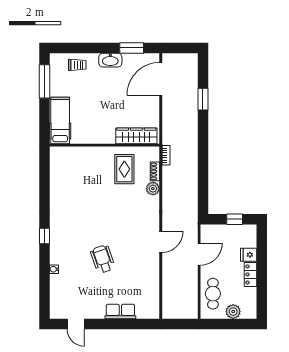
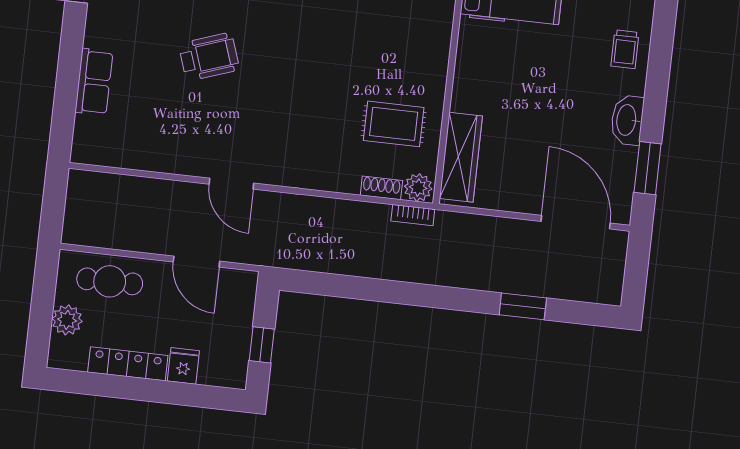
plant: (153, 189) -> (418, 188), moved
locker: (250, 274) -> (128, 364), width x1.53

